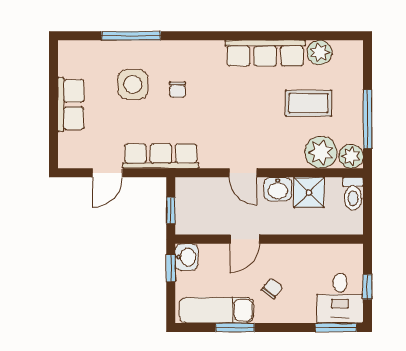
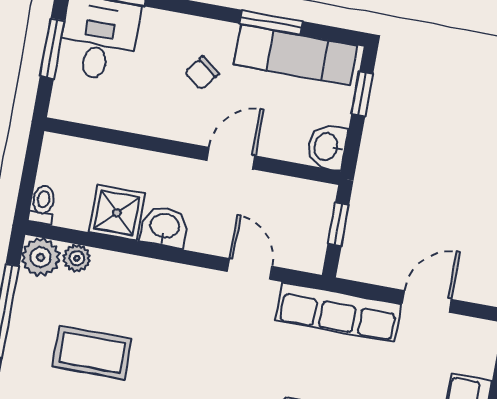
plant: (321, 152) -> (77, 258), width x0.53, depth x0.53
door: (243, 173) -> (250, 269), moved
toilet: (353, 194) -> (43, 204), width x0.73, depth x0.72
window: (171, 268) -> (362, 94), moved
window: (367, 287) -> (52, 48), width x1.50

